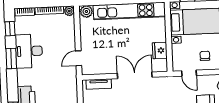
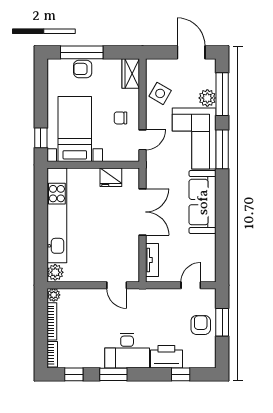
desk: (29, 51) -> (127, 351), moved
double door: (135, 75) -> (142, 212), swing flipped

